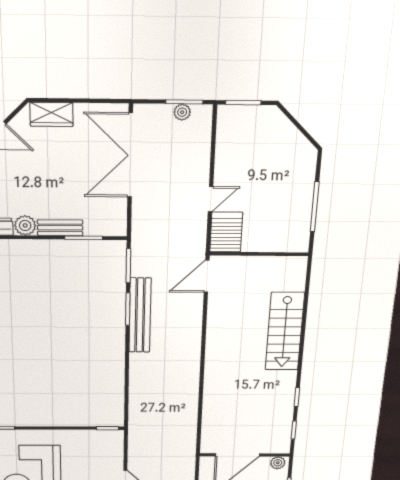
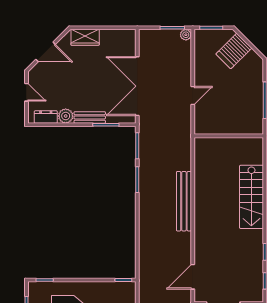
plant: (182, 112) -> (186, 35), moved
double door: (130, 155) -> (137, 86), moved
server rack: (226, 232) -> (234, 51), moved, turned -135
door: (207, 276) -> (193, 277), moved
bench: (140, 315) -> (184, 201), moved

